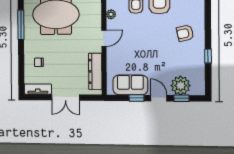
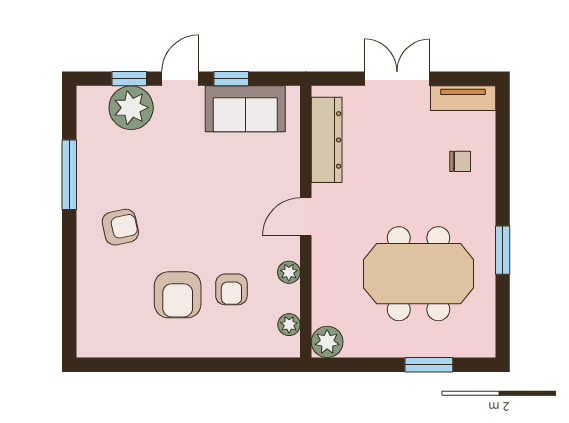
window: (21, 25) -> (503, 250), width x0.69
window: (208, 56) -> (69, 175), width x2.17
door: (159, 98) -> (180, 79), swing flipped

